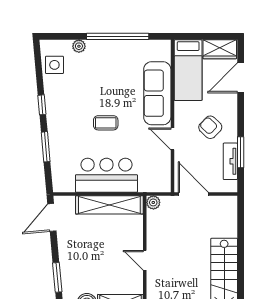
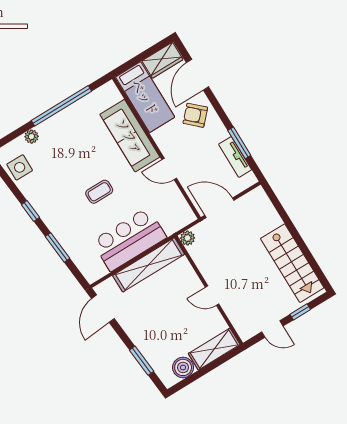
armchair: (210, 127) -> (195, 115), moved

